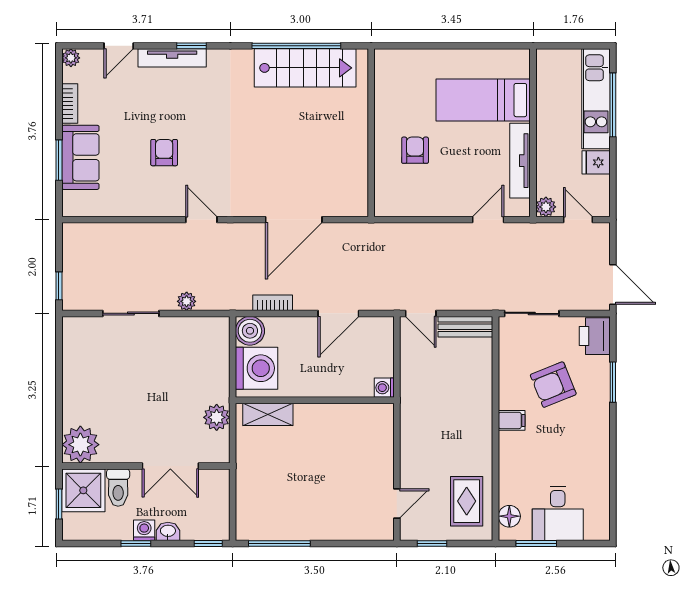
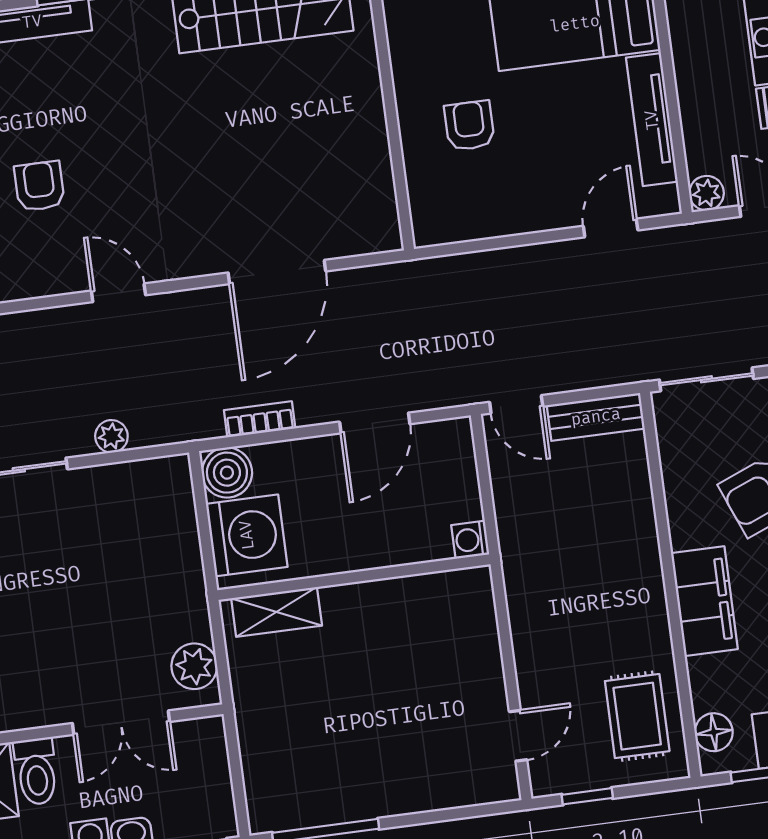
plant: (217, 417) -> (194, 666), moved
filing cabinet: (512, 420) -> (704, 601), width x3.00, depth x1.17

